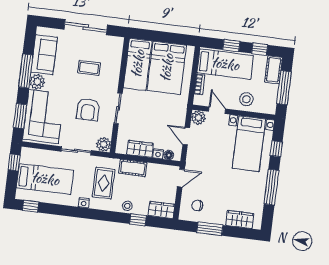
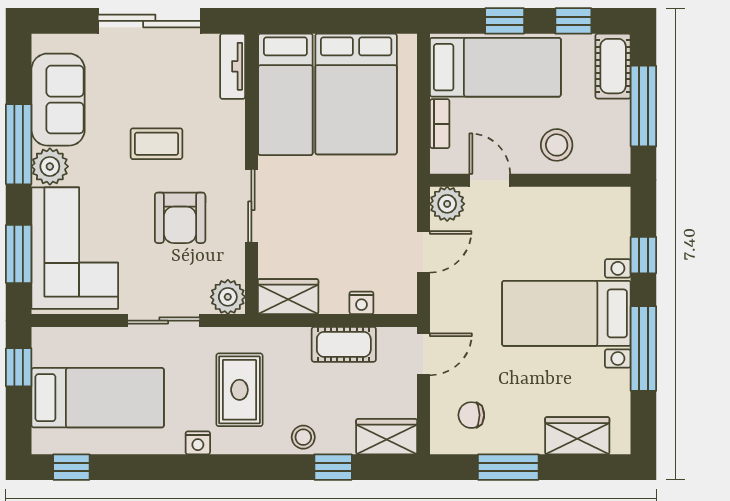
tv unit: (117, 50) -> (233, 66), added
coffee table: (89, 68) -> (157, 144), moved
door: (186, 136) -> (424, 252), swing flipped
bed with nightstands: (249, 144) -> (566, 313), moved, turned 90
wardrobe: (140, 149) -> (288, 297), moved
floor lamp: (169, 155) -> (387, 303), removed
cot: (133, 168) -> (344, 344), moved

